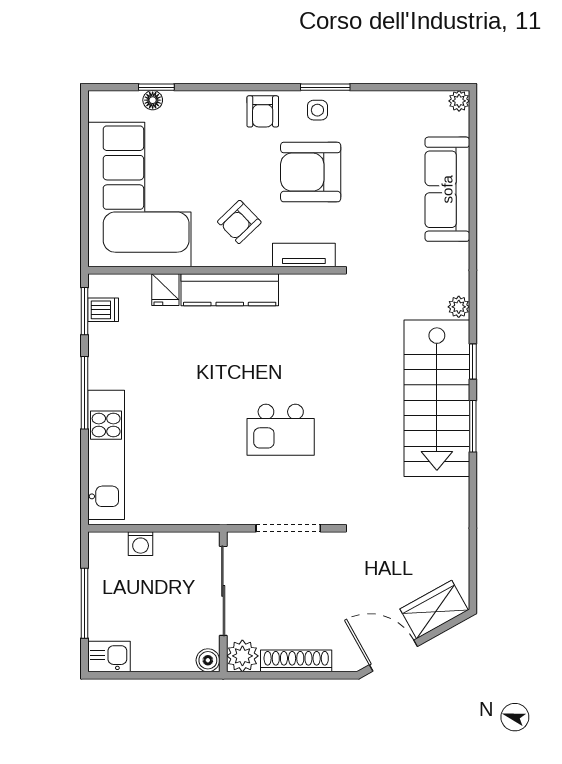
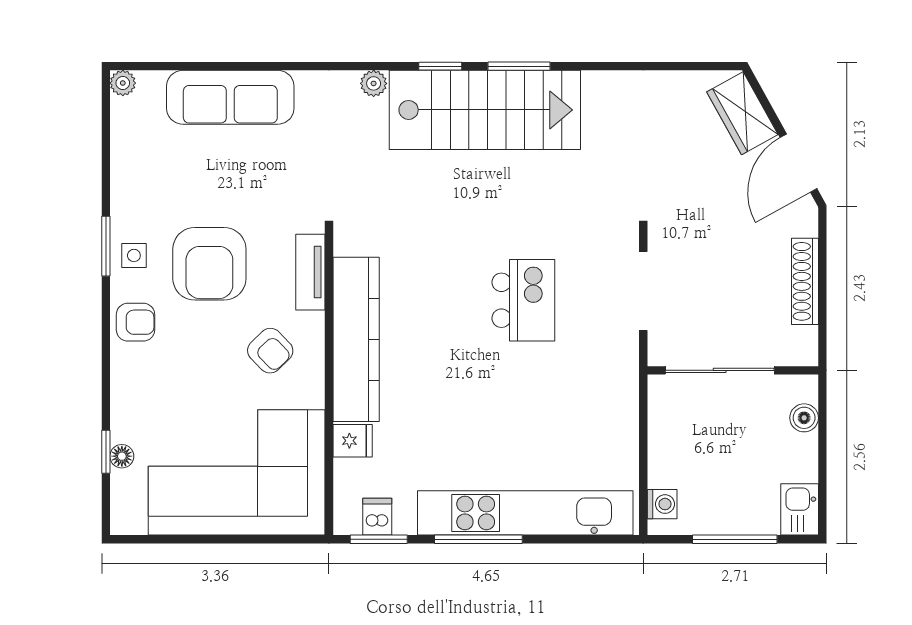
kitchen counter: (230, 290) -> (356, 339), width x1.39, depth x1.17
kitchen unit: (106, 455) -> (525, 513), width x1.36
washing machine: (141, 544) -> (662, 504), moved
plant: (242, 656) -> (799, 347), removed
boiler: (208, 660) -> (804, 418), moved

